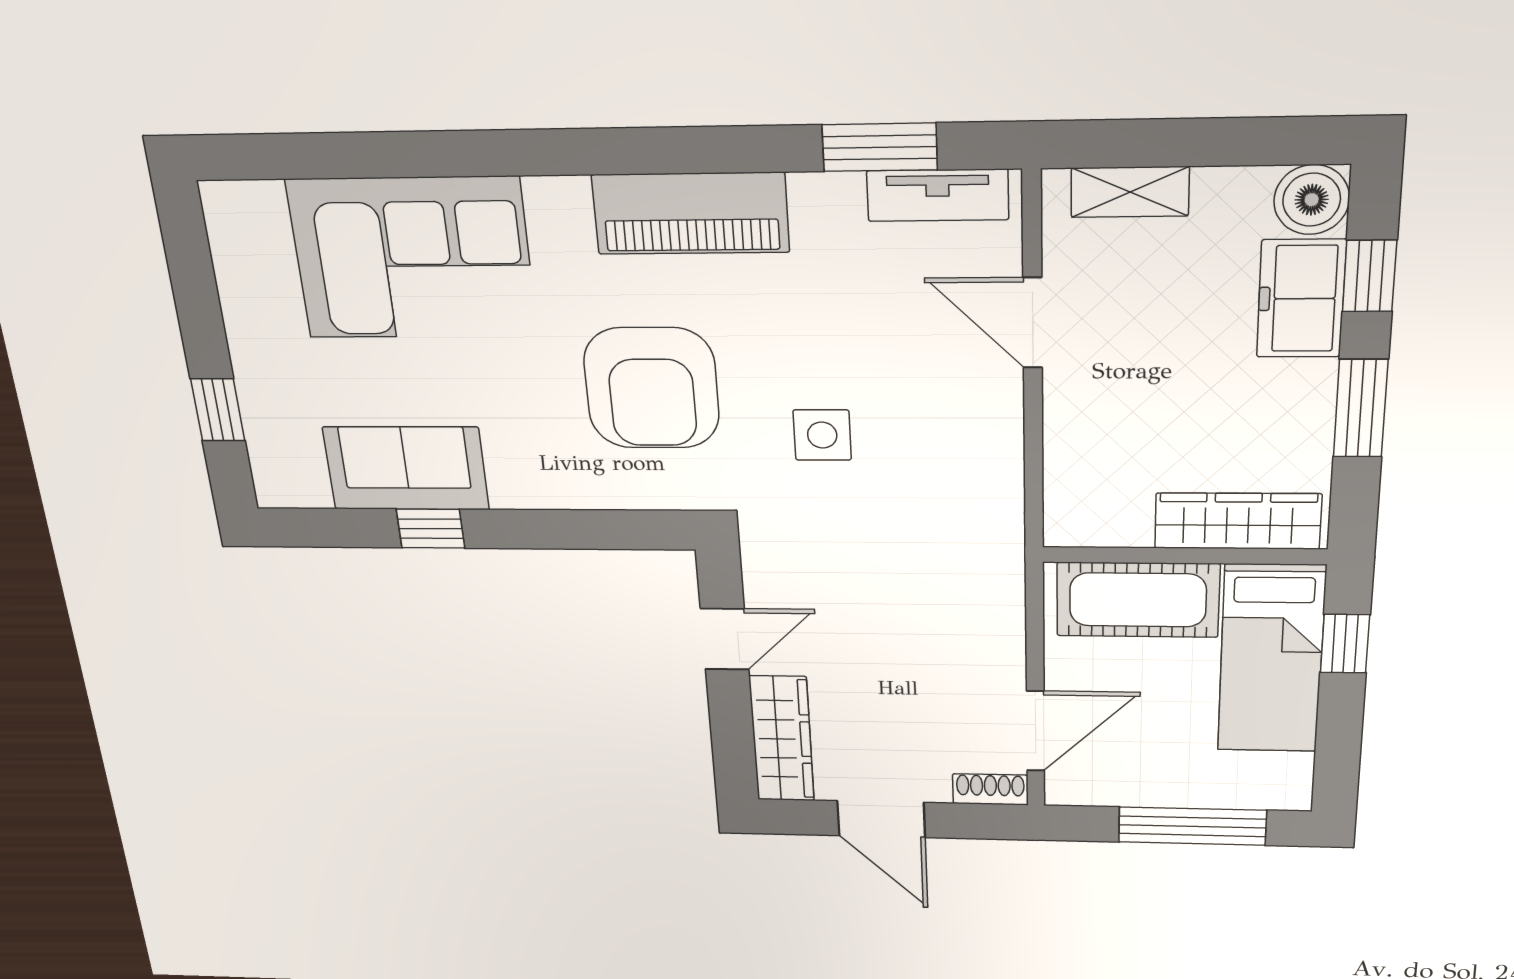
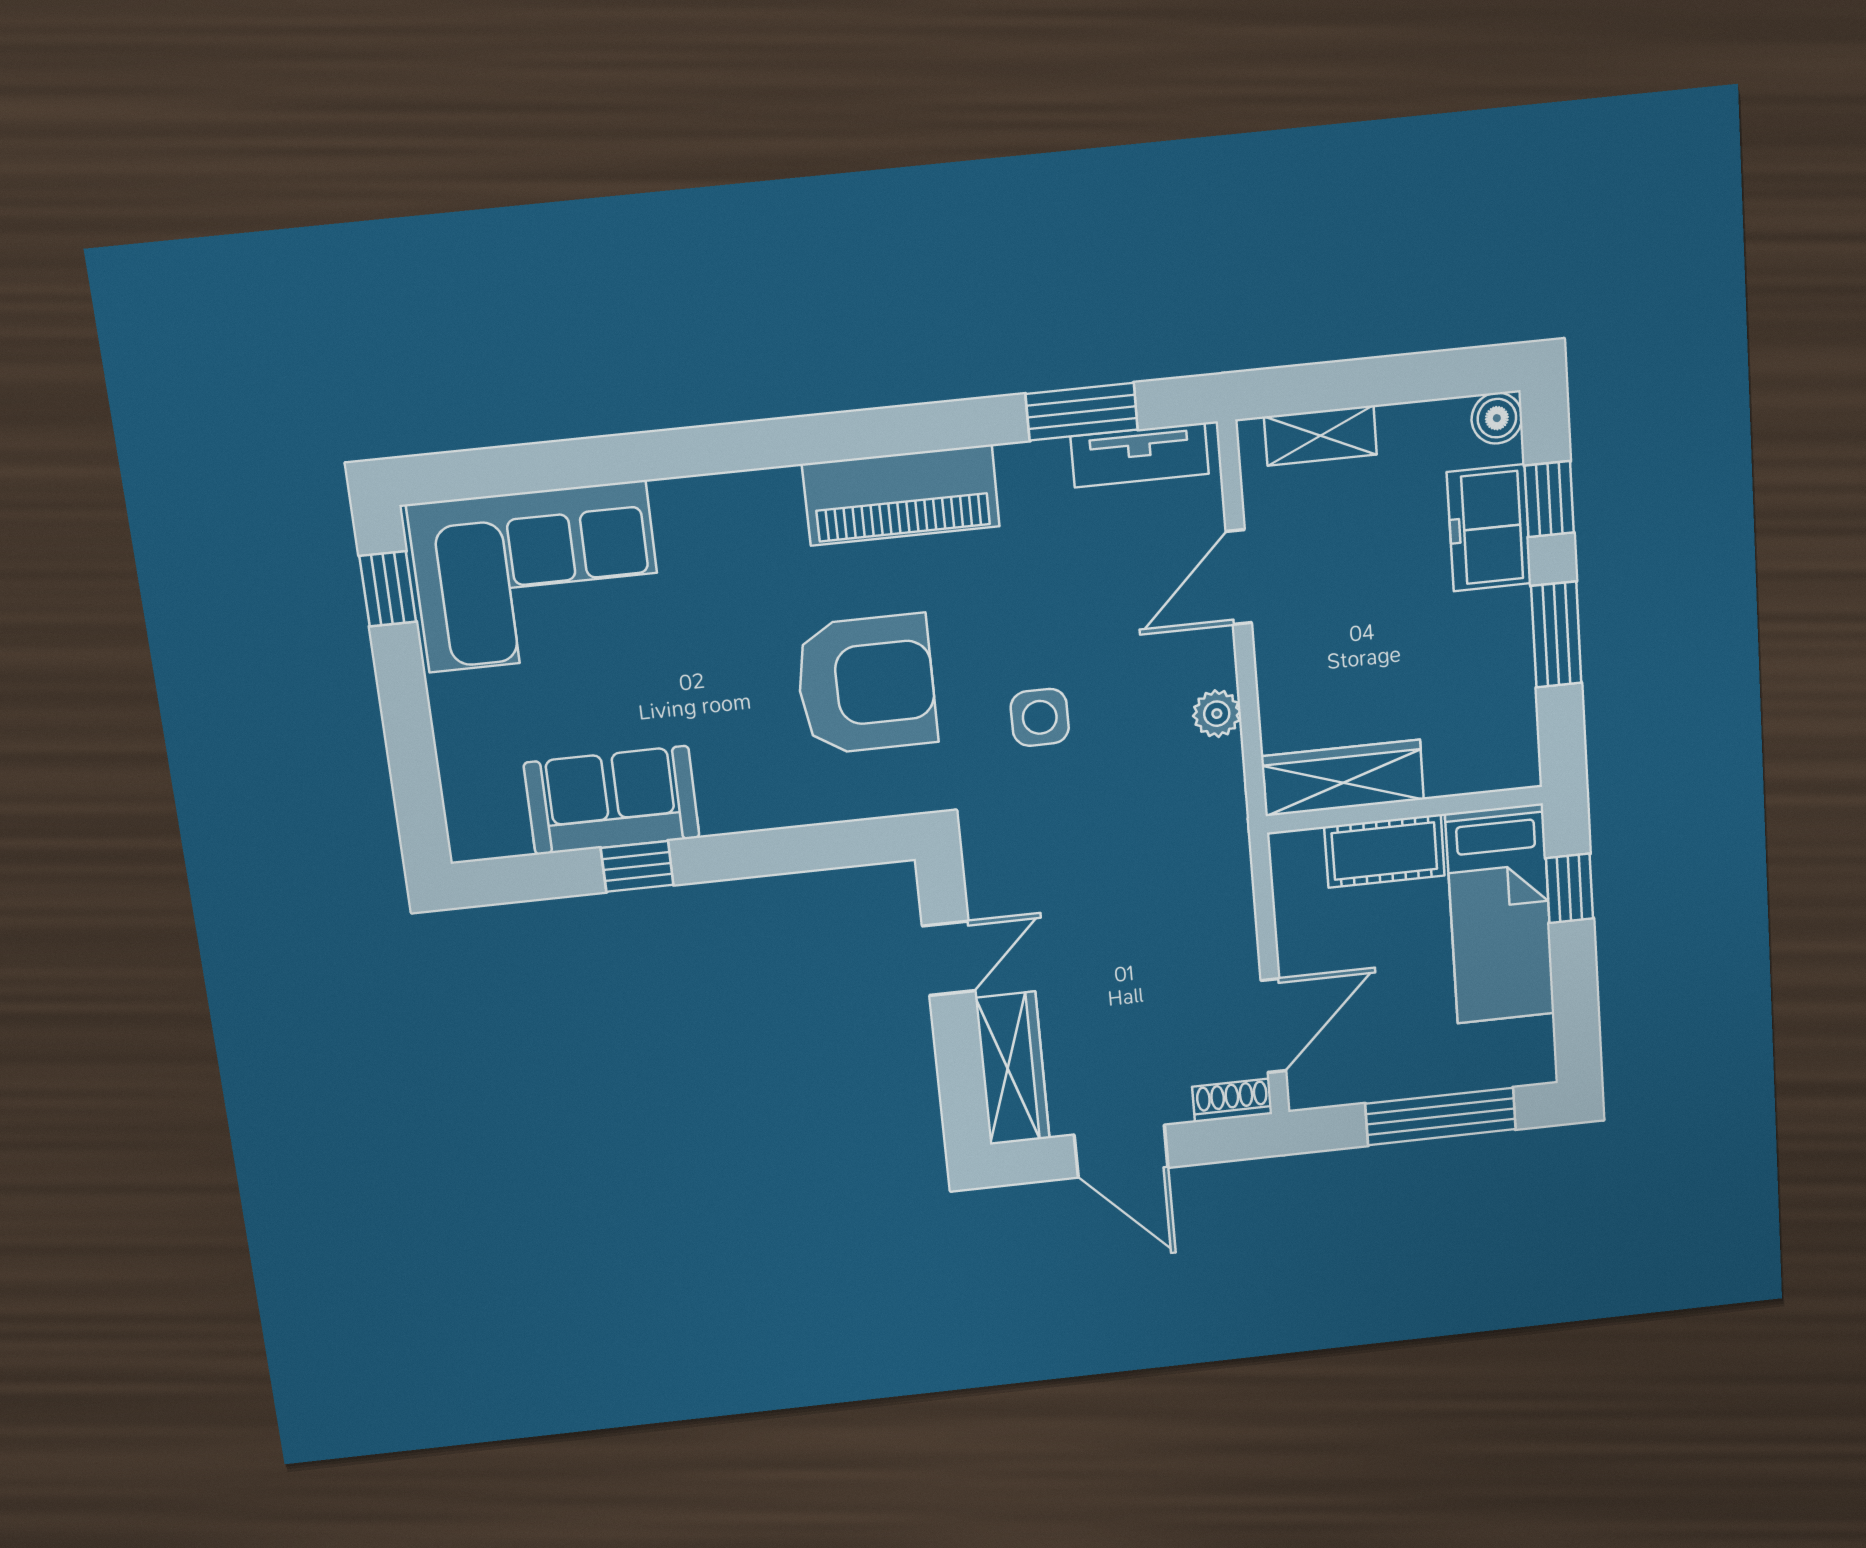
boiler: (1312, 200) -> (1497, 418), width x0.73, depth x0.73
corner sofa: (413, 258) -> (537, 577), moved
door: (1033, 323) -> (1239, 577), hinge flipped
armchair: (652, 388) -> (866, 684), turned -90
window: (218, 410) -> (388, 589), moved
plant: (1000, 449) -> (1217, 714), added
wardrobe: (1238, 521) -> (1343, 778), moved
cot: (1138, 600) -> (1384, 851), width x0.73, depth x0.75

